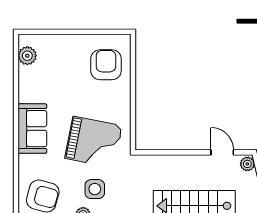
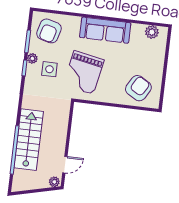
armchair: (106, 65) -> (138, 88), turned -60
sofa: (32, 129) -> (105, 30), width x1.36

